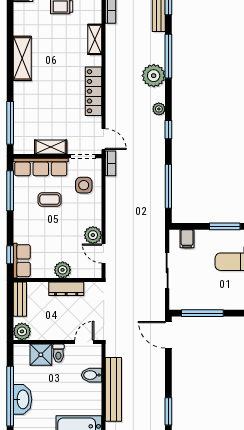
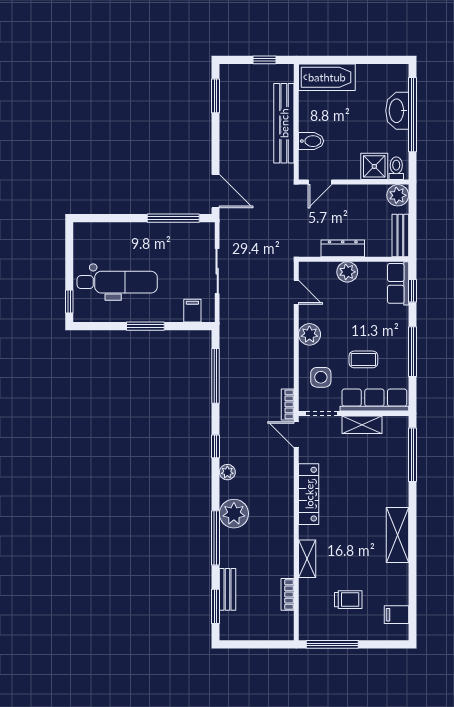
window: (10, 191) -> (412, 352), moved
plant: (93, 235) -> (309, 334), moved
toilet: (58, 353) -> (396, 168), moved

